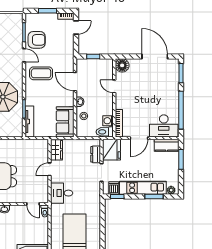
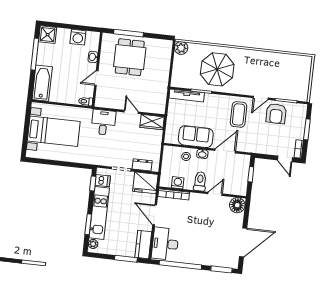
sofa: (65, 122) -> (196, 137), moved
toilet: (105, 132) -> (200, 181), moved
door: (33, 204) -> (96, 78), moved

